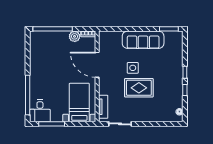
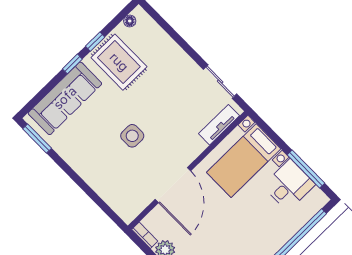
sofa: (143, 40) -> (65, 98), moved, turned 90
rug: (139, 88) -> (119, 62), moved
desk: (40, 111) -> (289, 185), moved

